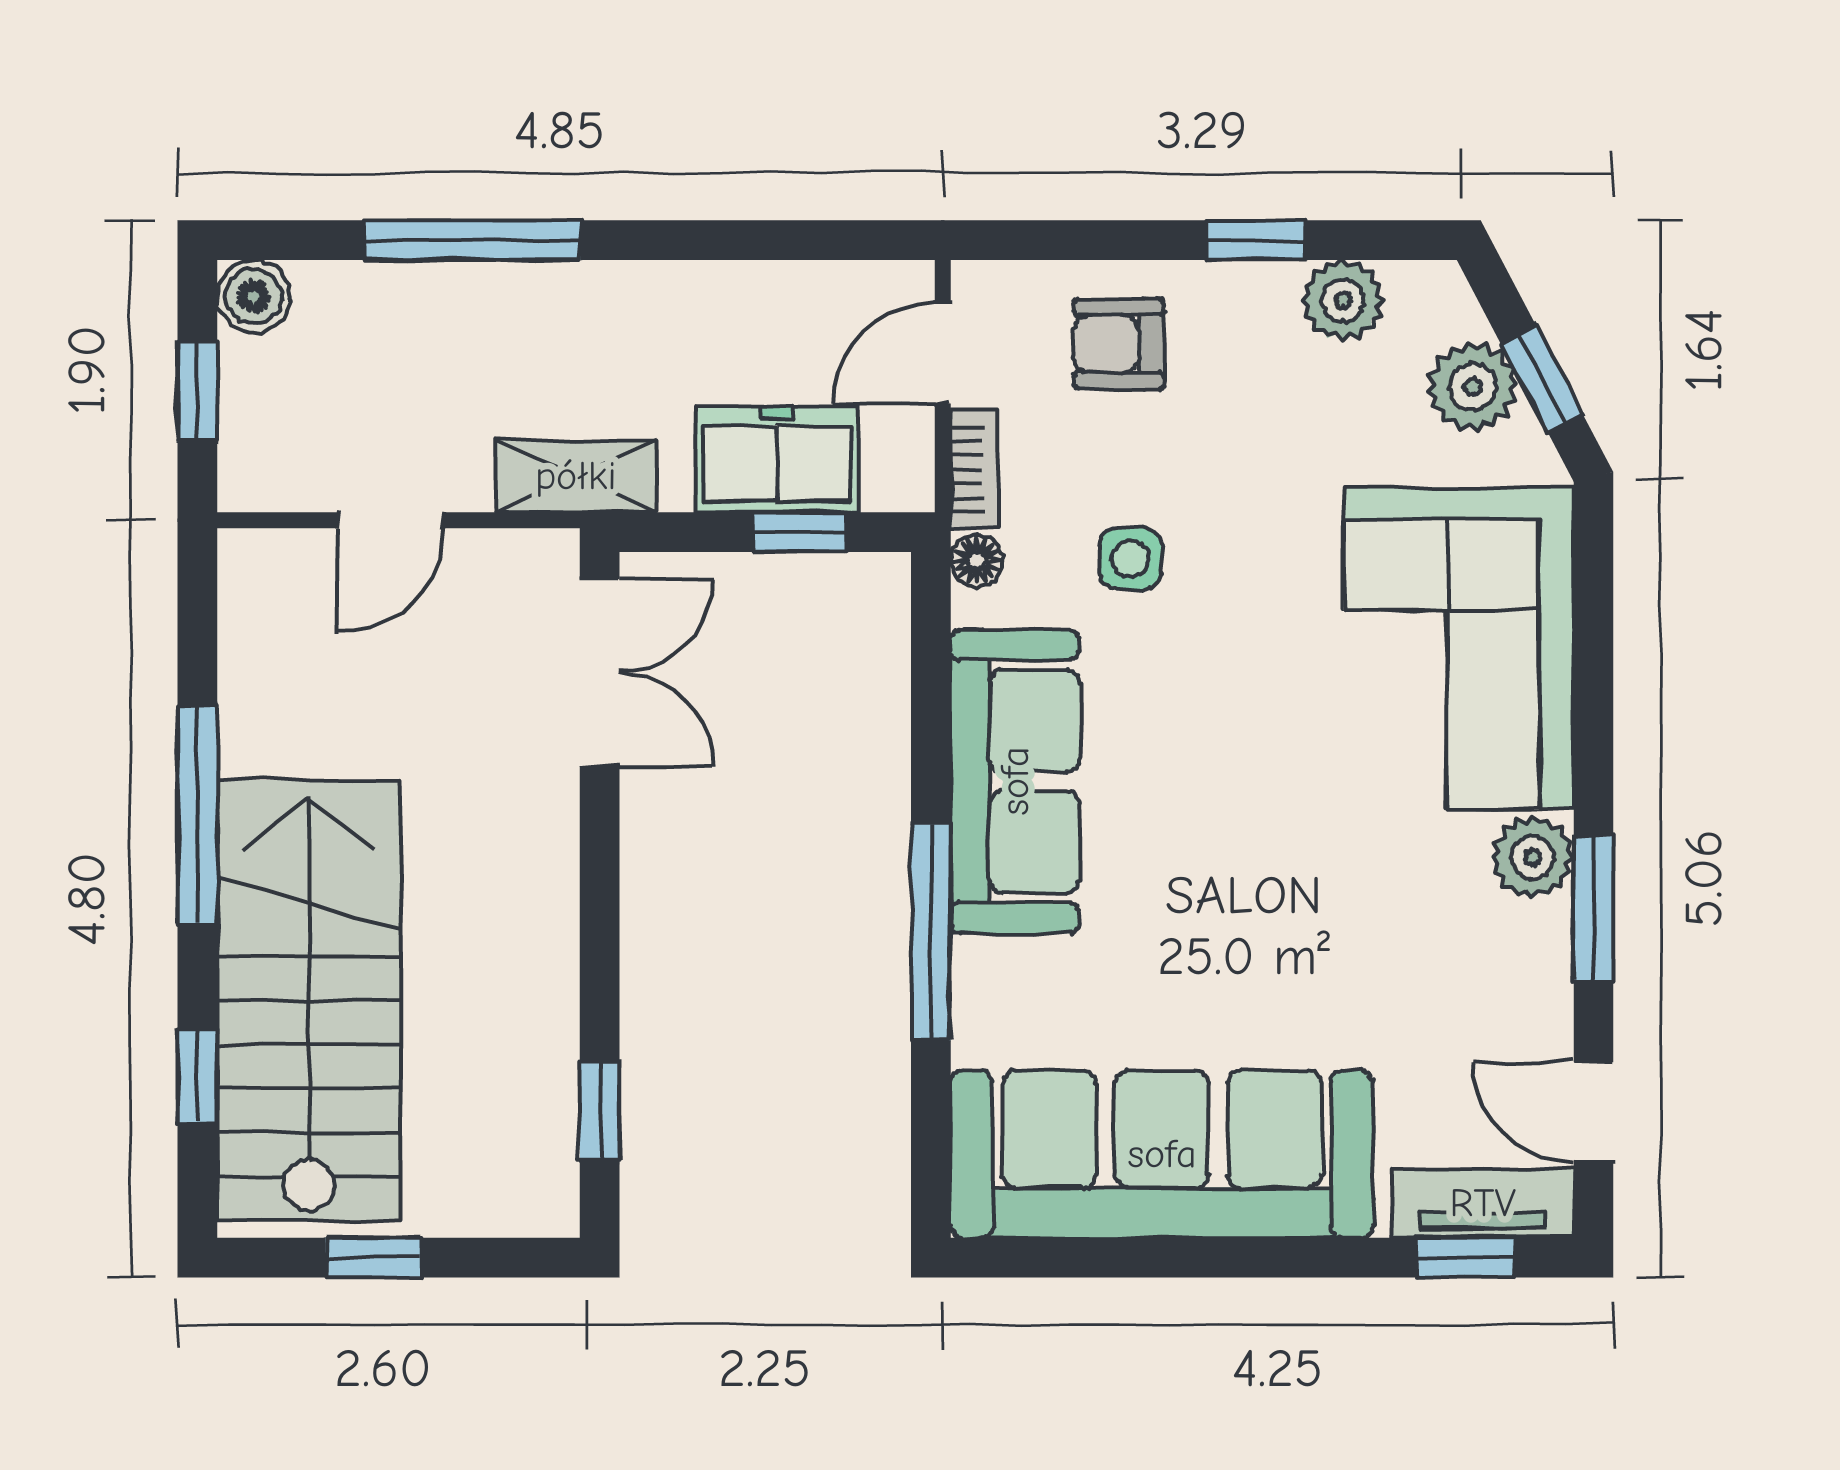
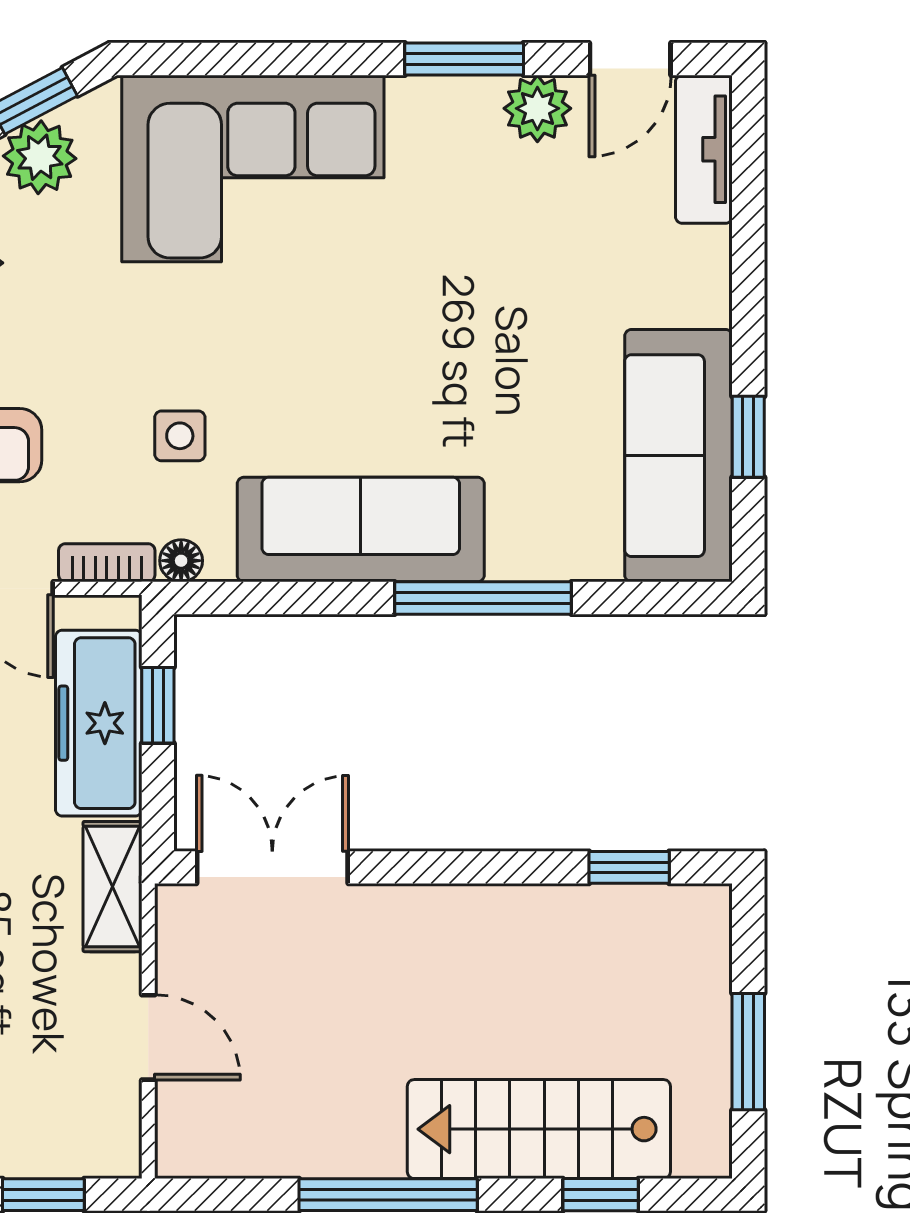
freezer: (777, 459) -> (99, 723), width x1.40
plant: (1533, 857) -> (537, 108), moved
stairs: (309, 1000) -> (539, 1129), width x0.73, depth x0.66
sofa: (1162, 1154) -> (679, 456), width x0.74, depth x0.79
window: (373, 1258) -> (748, 1052), width x1.50
window: (1466, 1258) -> (748, 437), moved

